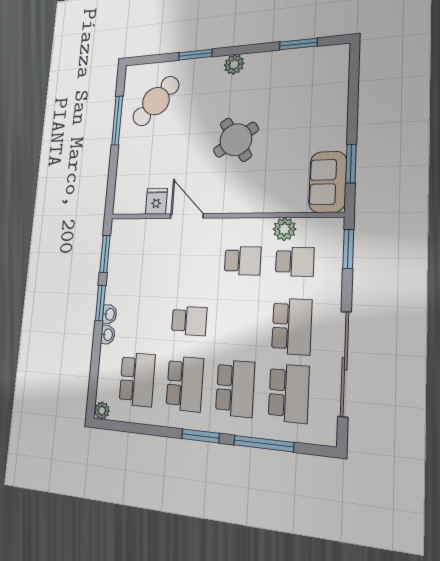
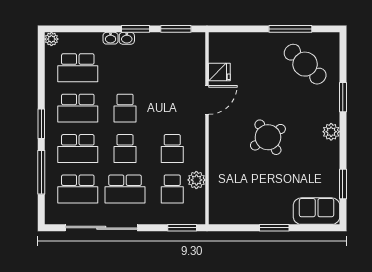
window: (351, 164) -> (274, 228), moved
sofa: (328, 182) -> (317, 211), moved
school desk: (239, 323) -> (125, 149), added

